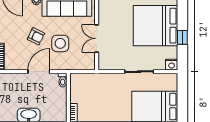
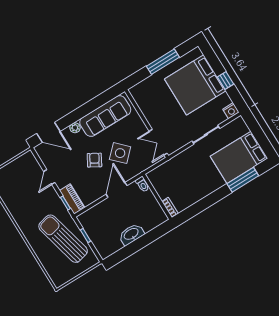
armchair: (36, 36) -> (94, 160), turned -86
double door: (97, 39) -> (158, 142), moved
side table: (60, 43) -> (120, 153), turned 45

